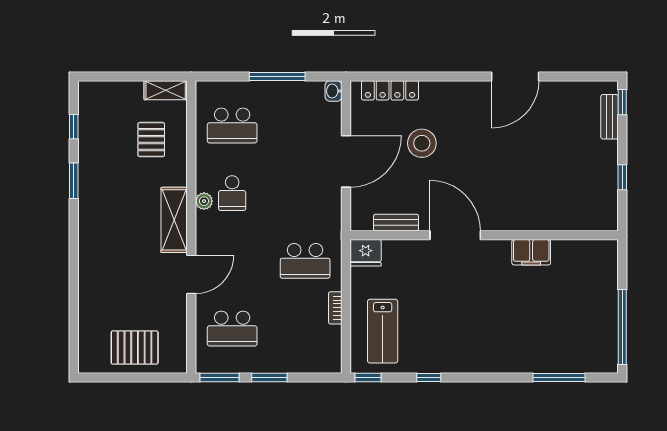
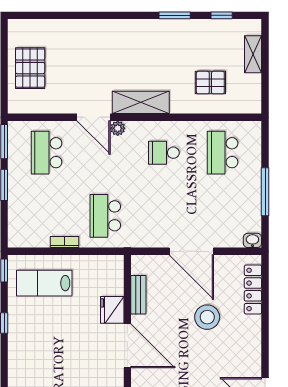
shelving: (166, 90) -> (253, 54), moved
plant: (204, 201) -> (118, 128), moved
door: (455, 235) -> (127, 346), hinge flipped
fridge: (366, 253) -> (112, 310), moved

